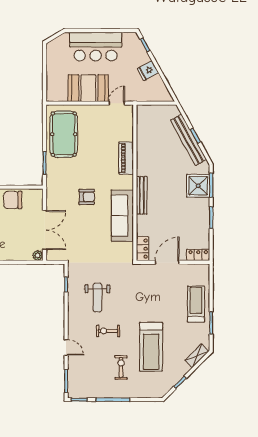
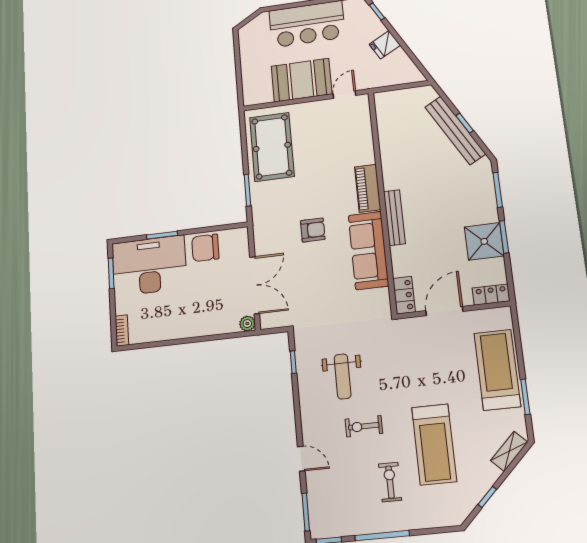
piano: (126, 158) -> (368, 188), moved
shower: (198, 186) -> (484, 241), moved
treadmill: (196, 304) -> (497, 370), width x1.37, depth x1.38

